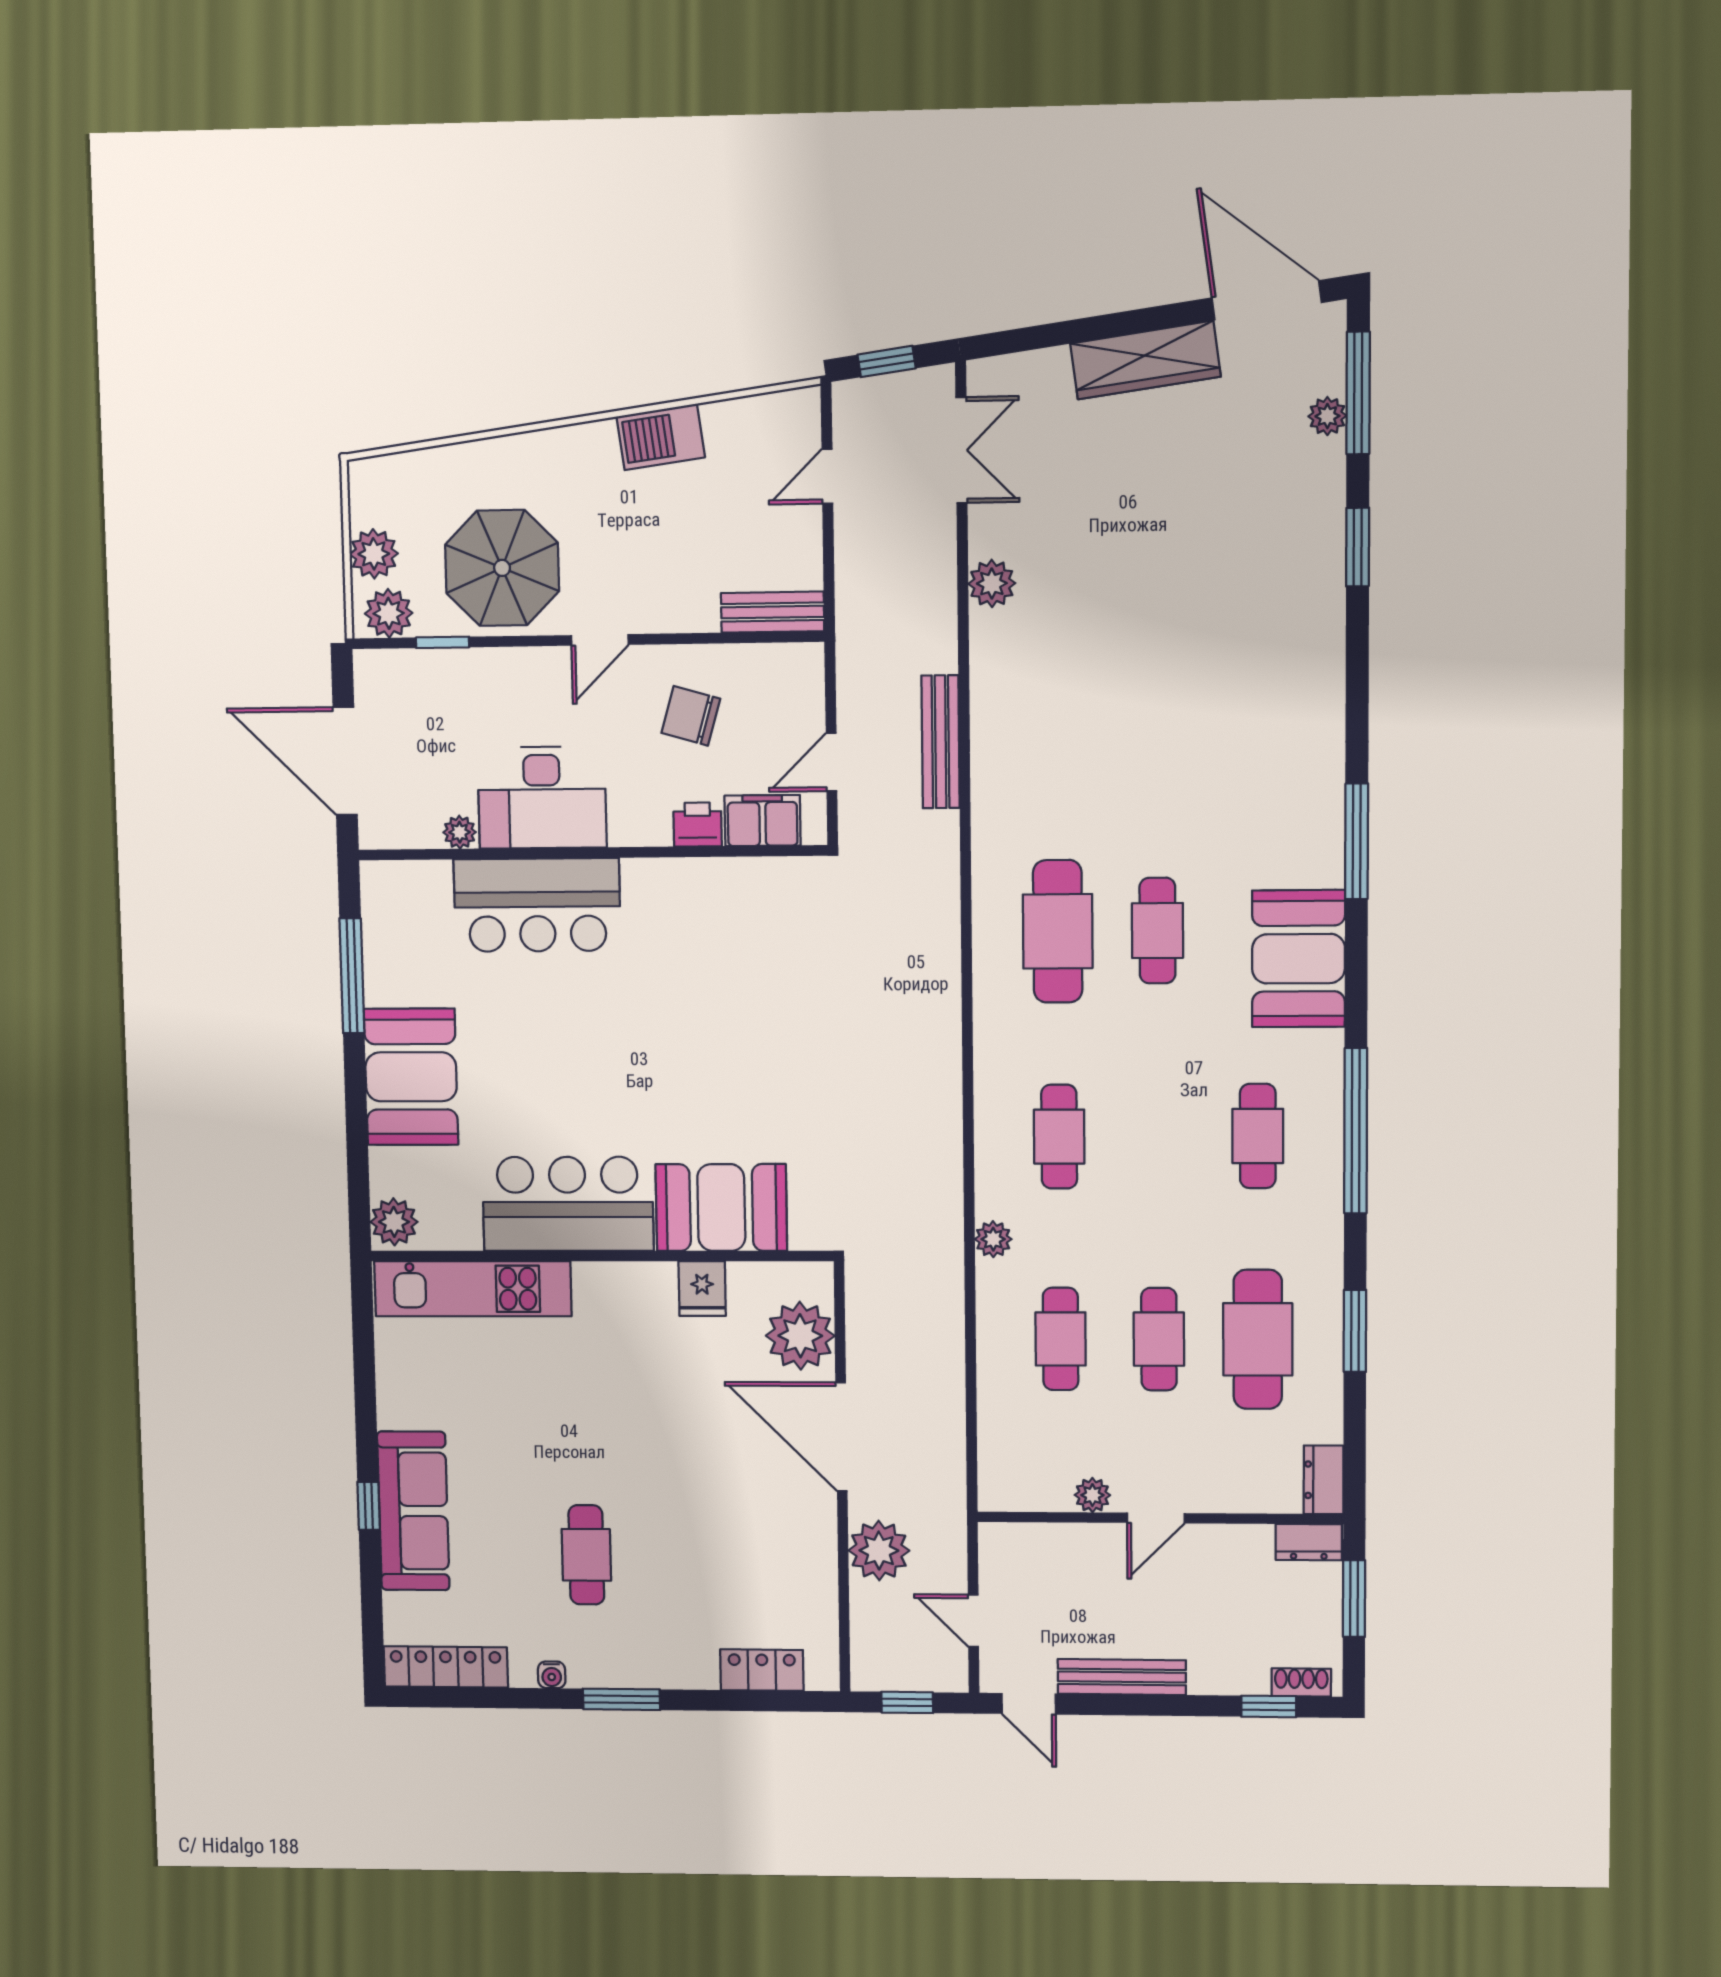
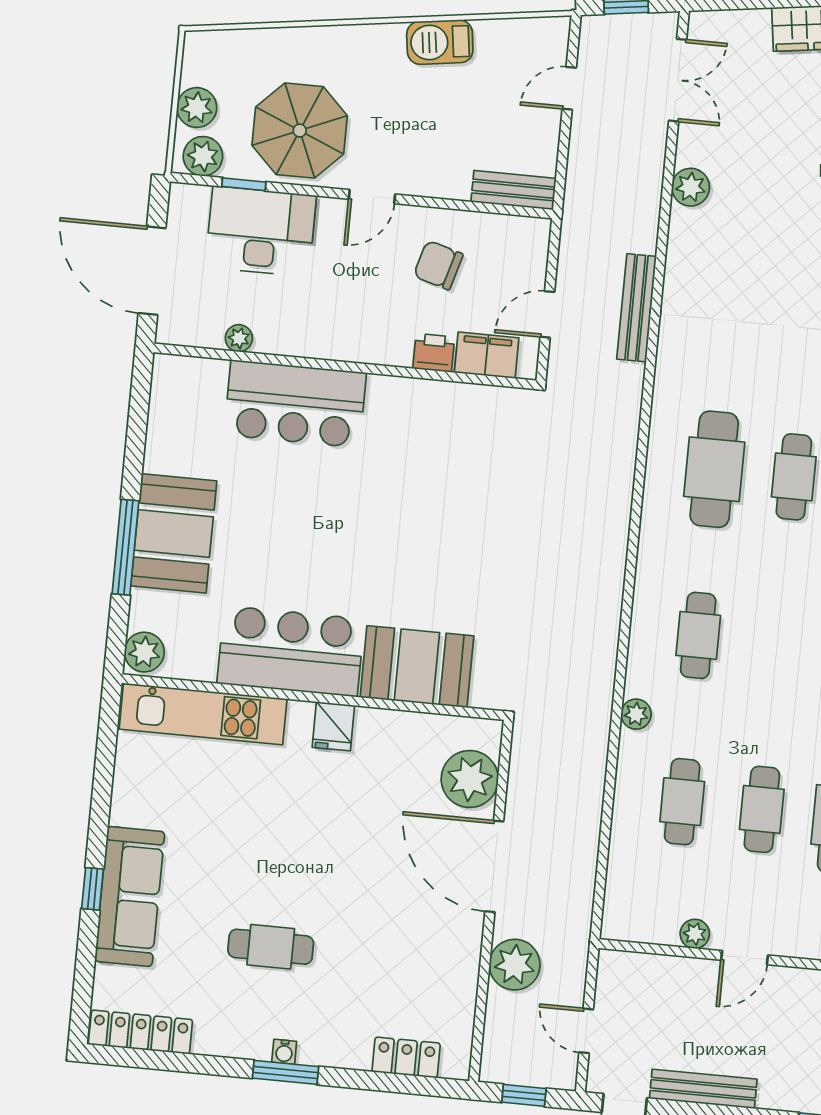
desk: (542, 798) -> (261, 231), moved, turned 180
window: (352, 976) -> (125, 547), moved
fridge: (702, 1289) -> (333, 726), moved
cafe table: (586, 1555) -> (271, 947), turned 90
water cooler: (552, 1675) -> (284, 1052), moved

